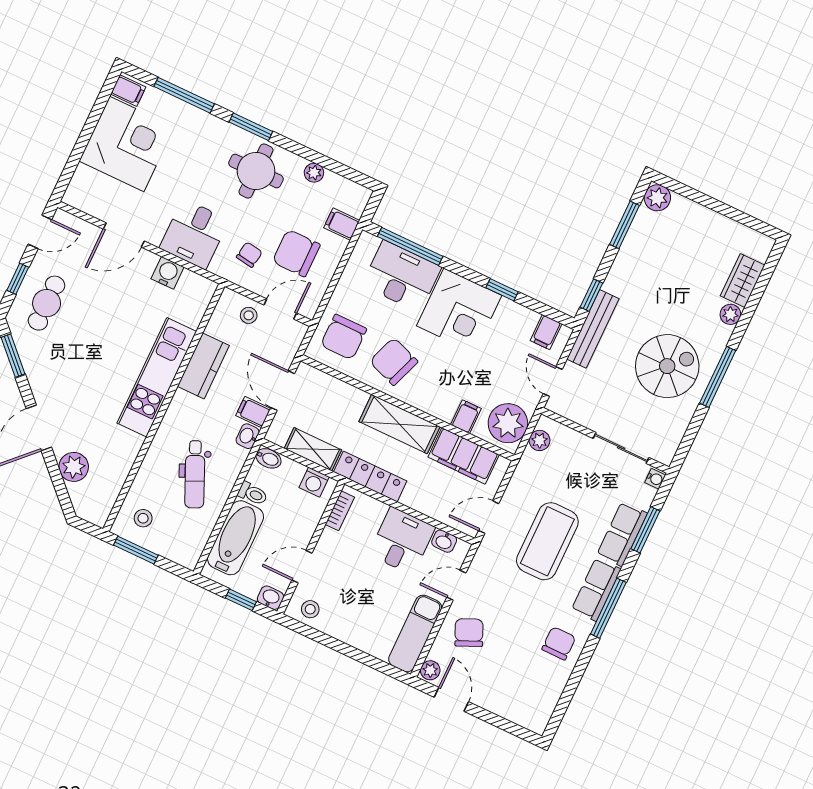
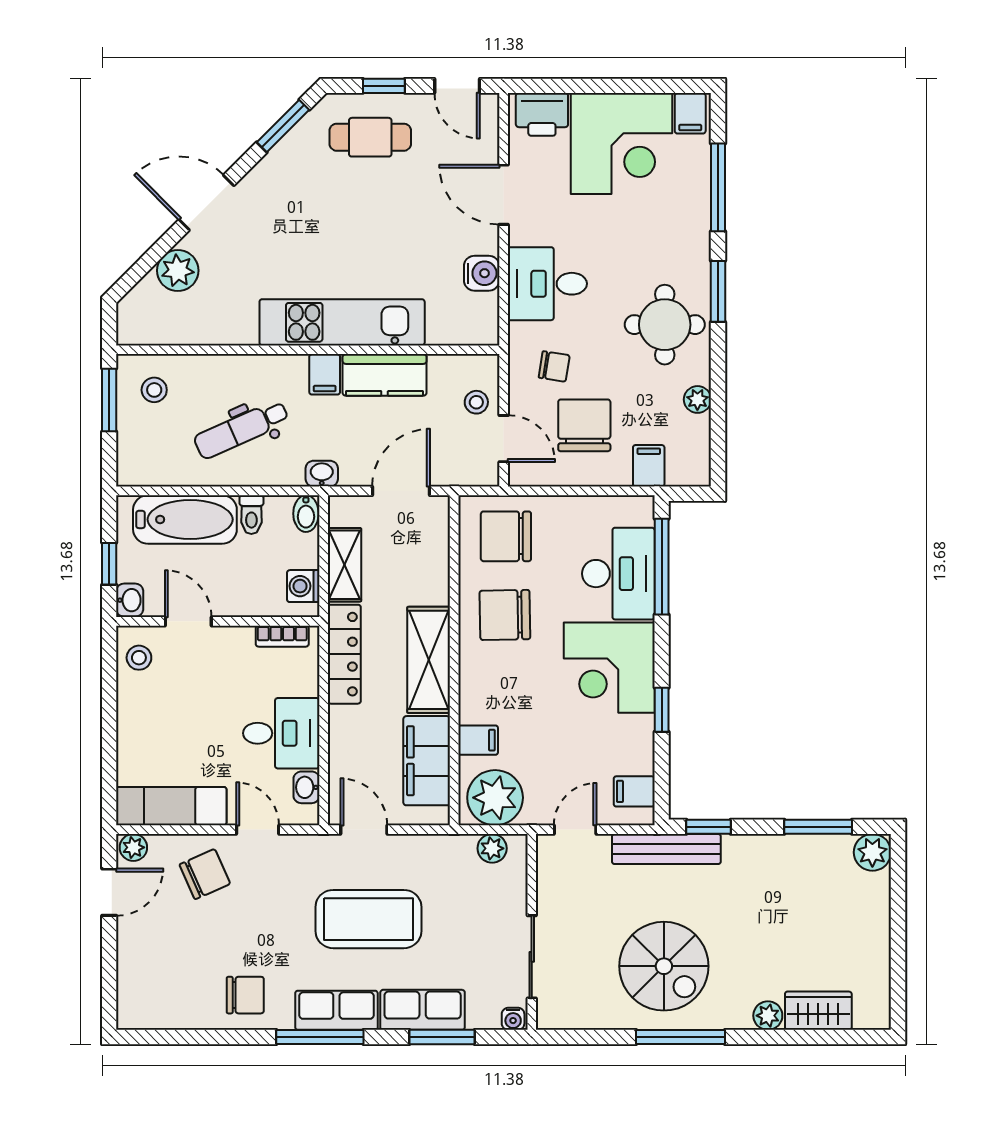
printer: (84, 186) -> (542, 114), added
chair: (394, 362) -> (505, 615), turned -111
filing cabinet: (253, 412) -> (325, 374), moved, turned 180

